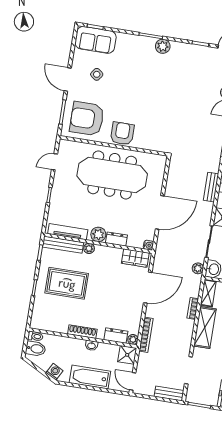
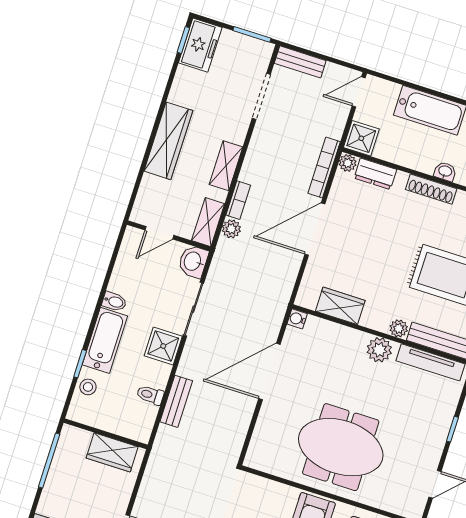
meeting table: (112, 175) -> (341, 447), width x0.73
dresser: (116, 239) -> (350, 337), removed
wardrobe: (135, 258) -> (340, 306), moved
plant: (198, 268) -> (231, 229), moved
door: (148, 288) -> (315, 229), moved
shelving: (205, 328) -> (226, 166), width x0.67, depth x0.75
washbasin: (92, 346) -> (445, 171), moved
door: (133, 381) -> (359, 92), swing flipped

